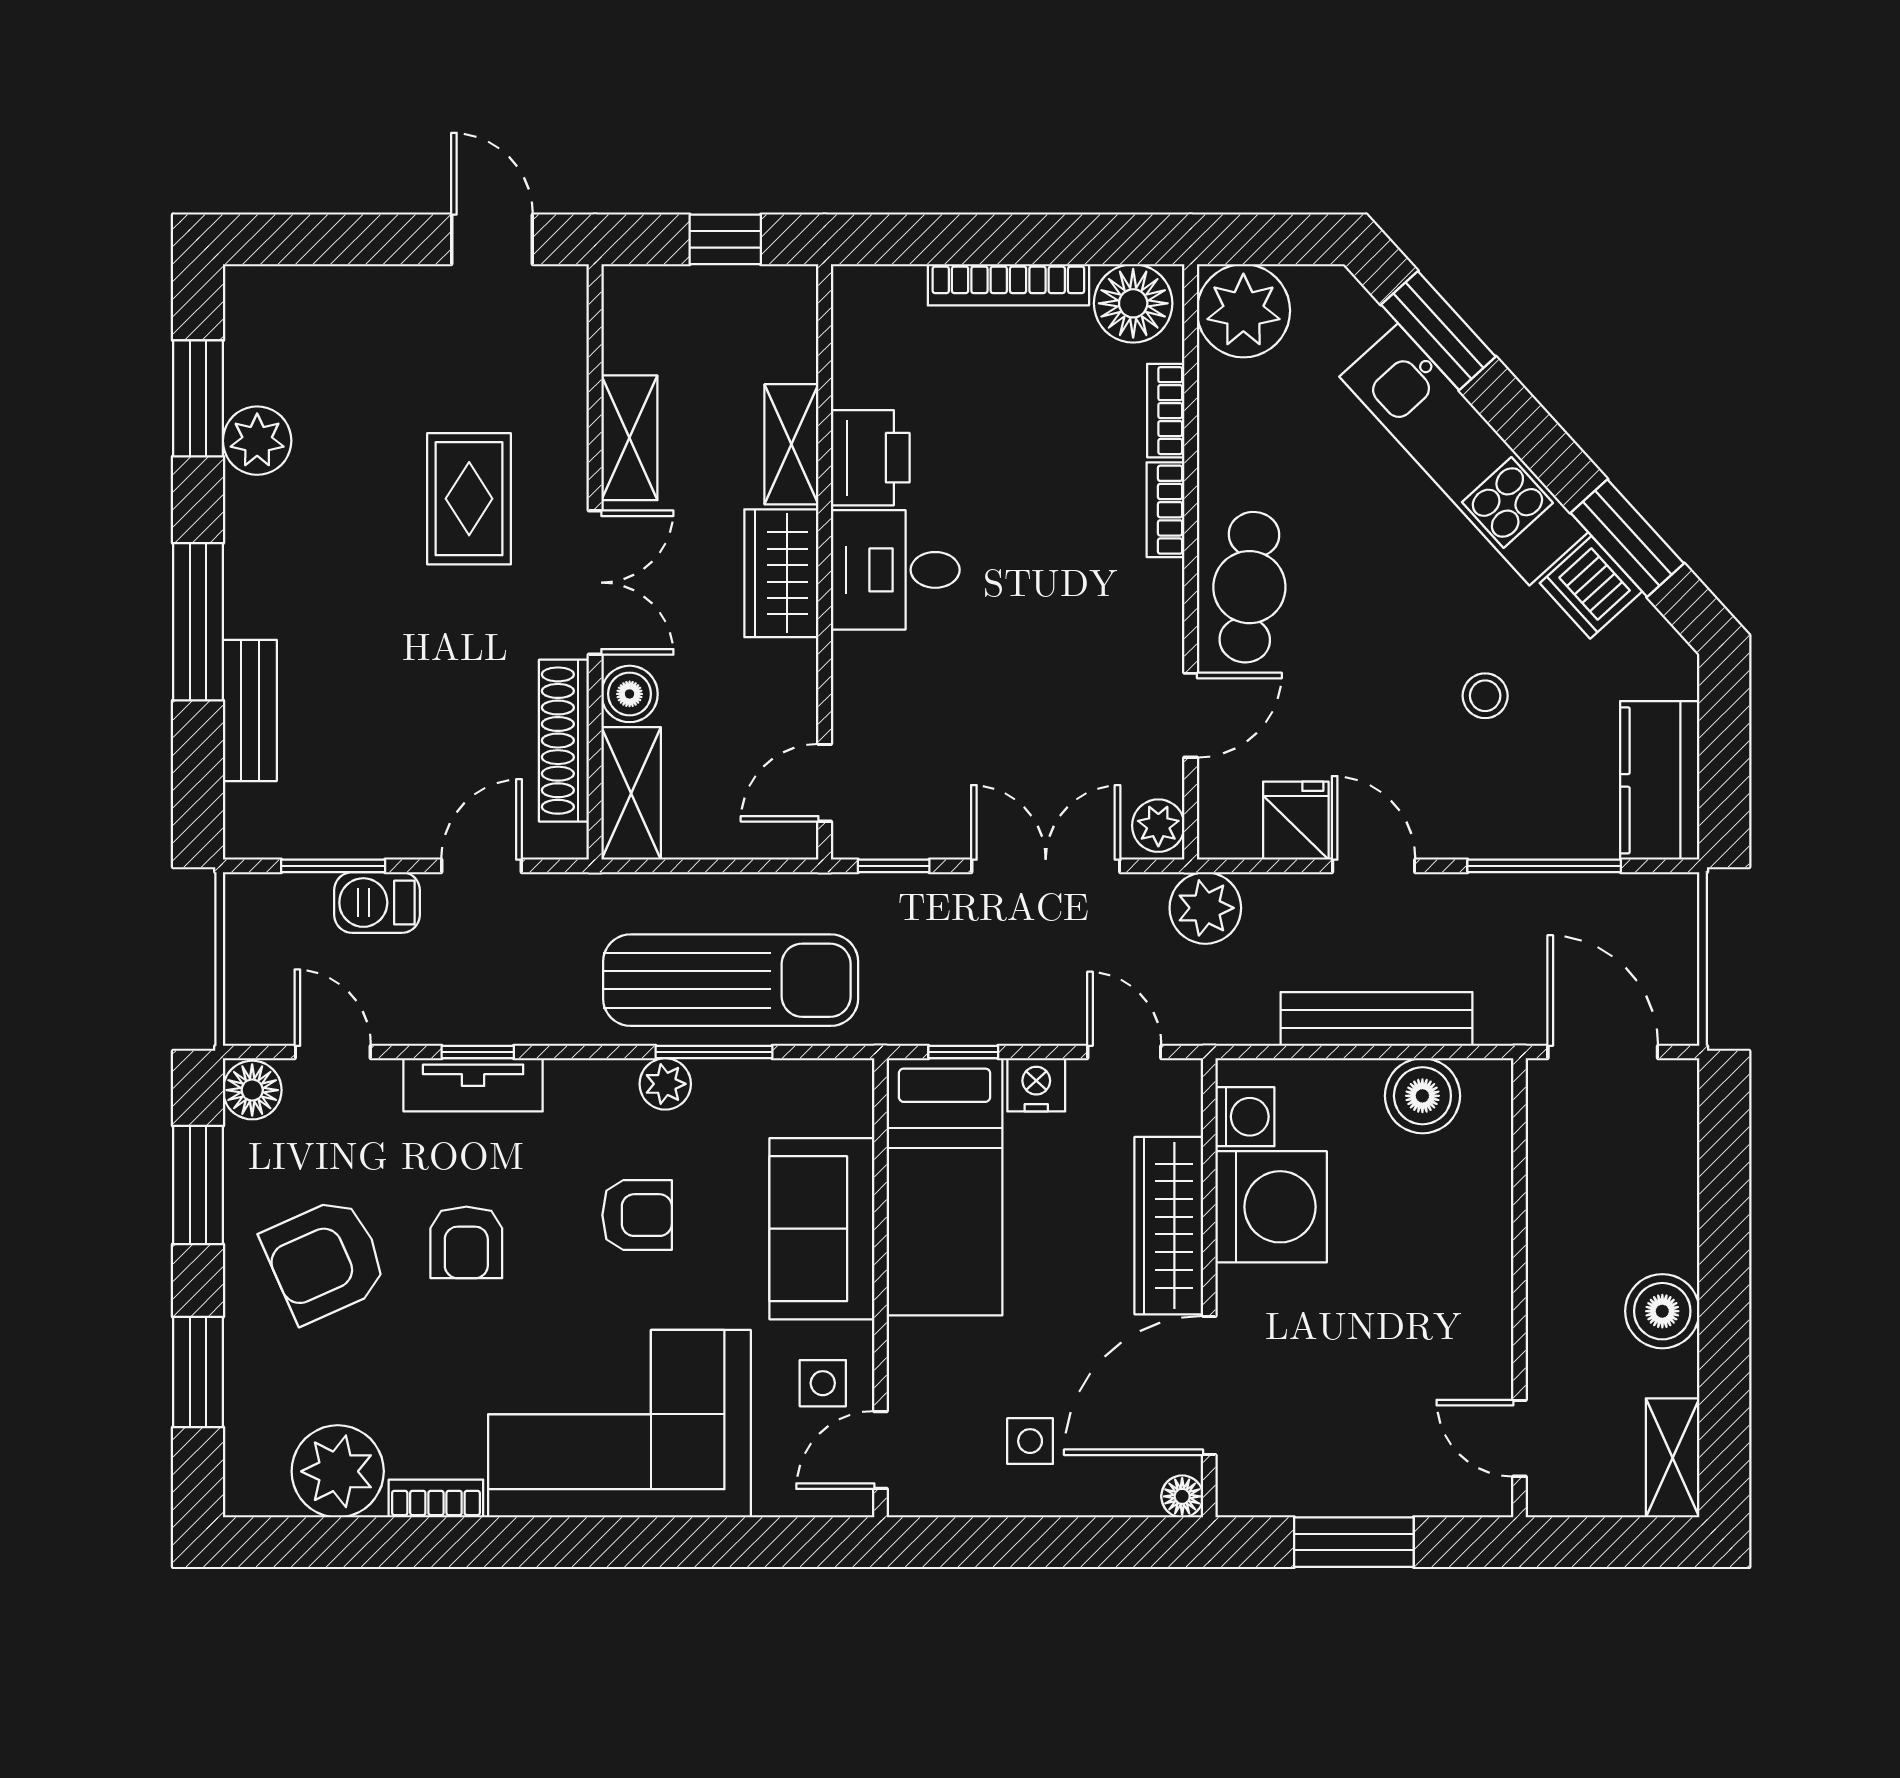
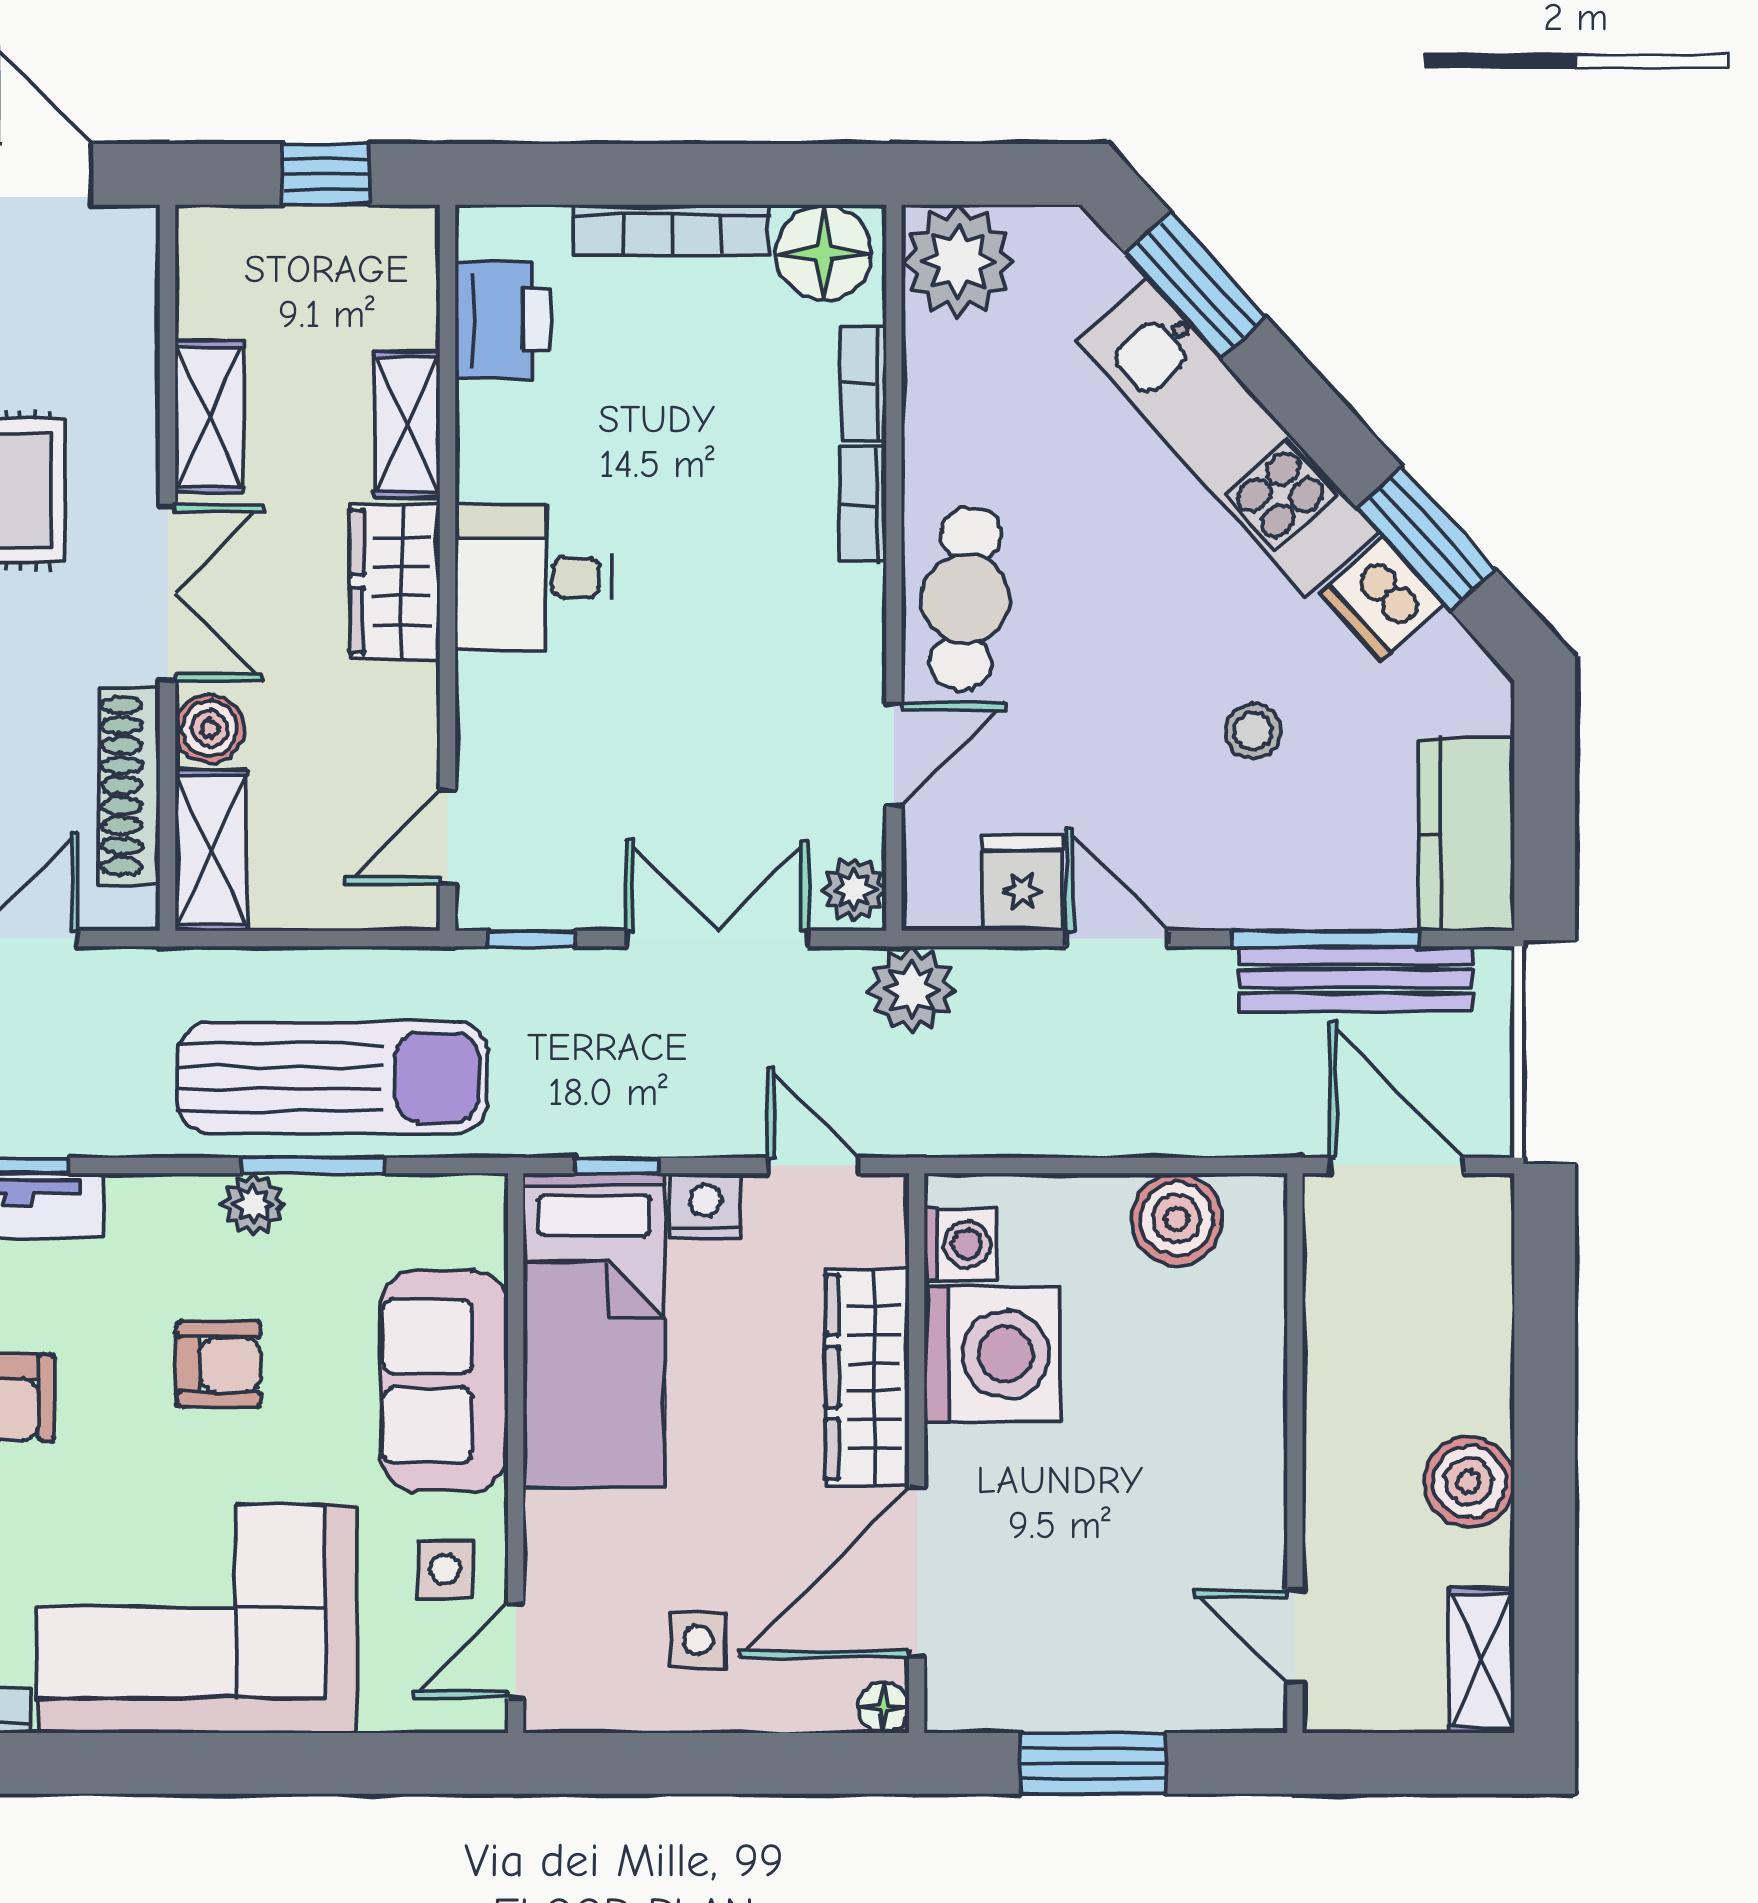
printer: (870, 458) -> (503, 320), moved
bench: (1377, 1019) -> (1356, 979), moved

